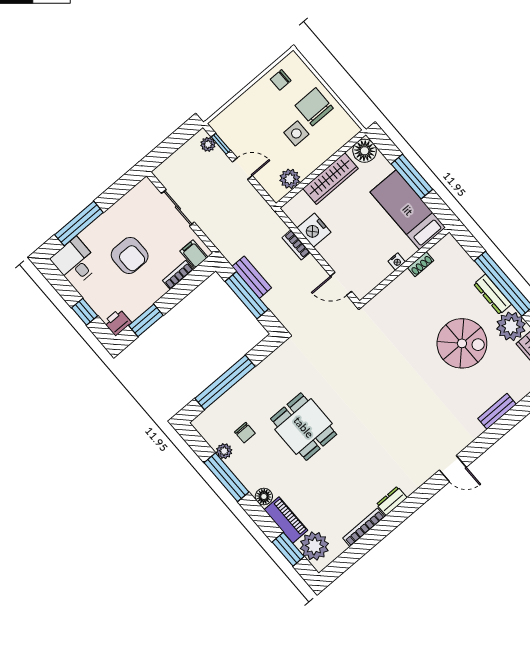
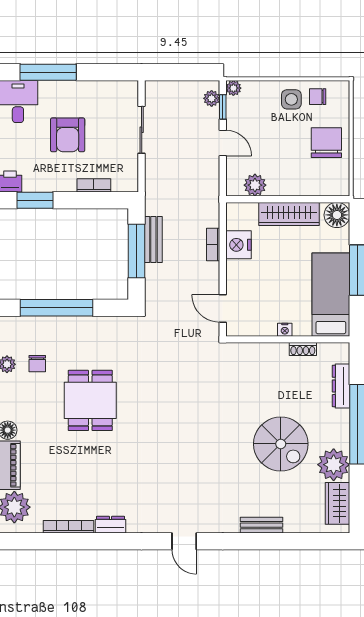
plant: (217, 124) -> (233, 88), added
side table: (296, 133) -> (291, 99), moved
filing cabinet: (194, 254) -> (122, 179), removed
dresser: (493, 294) -> (341, 386), moved

